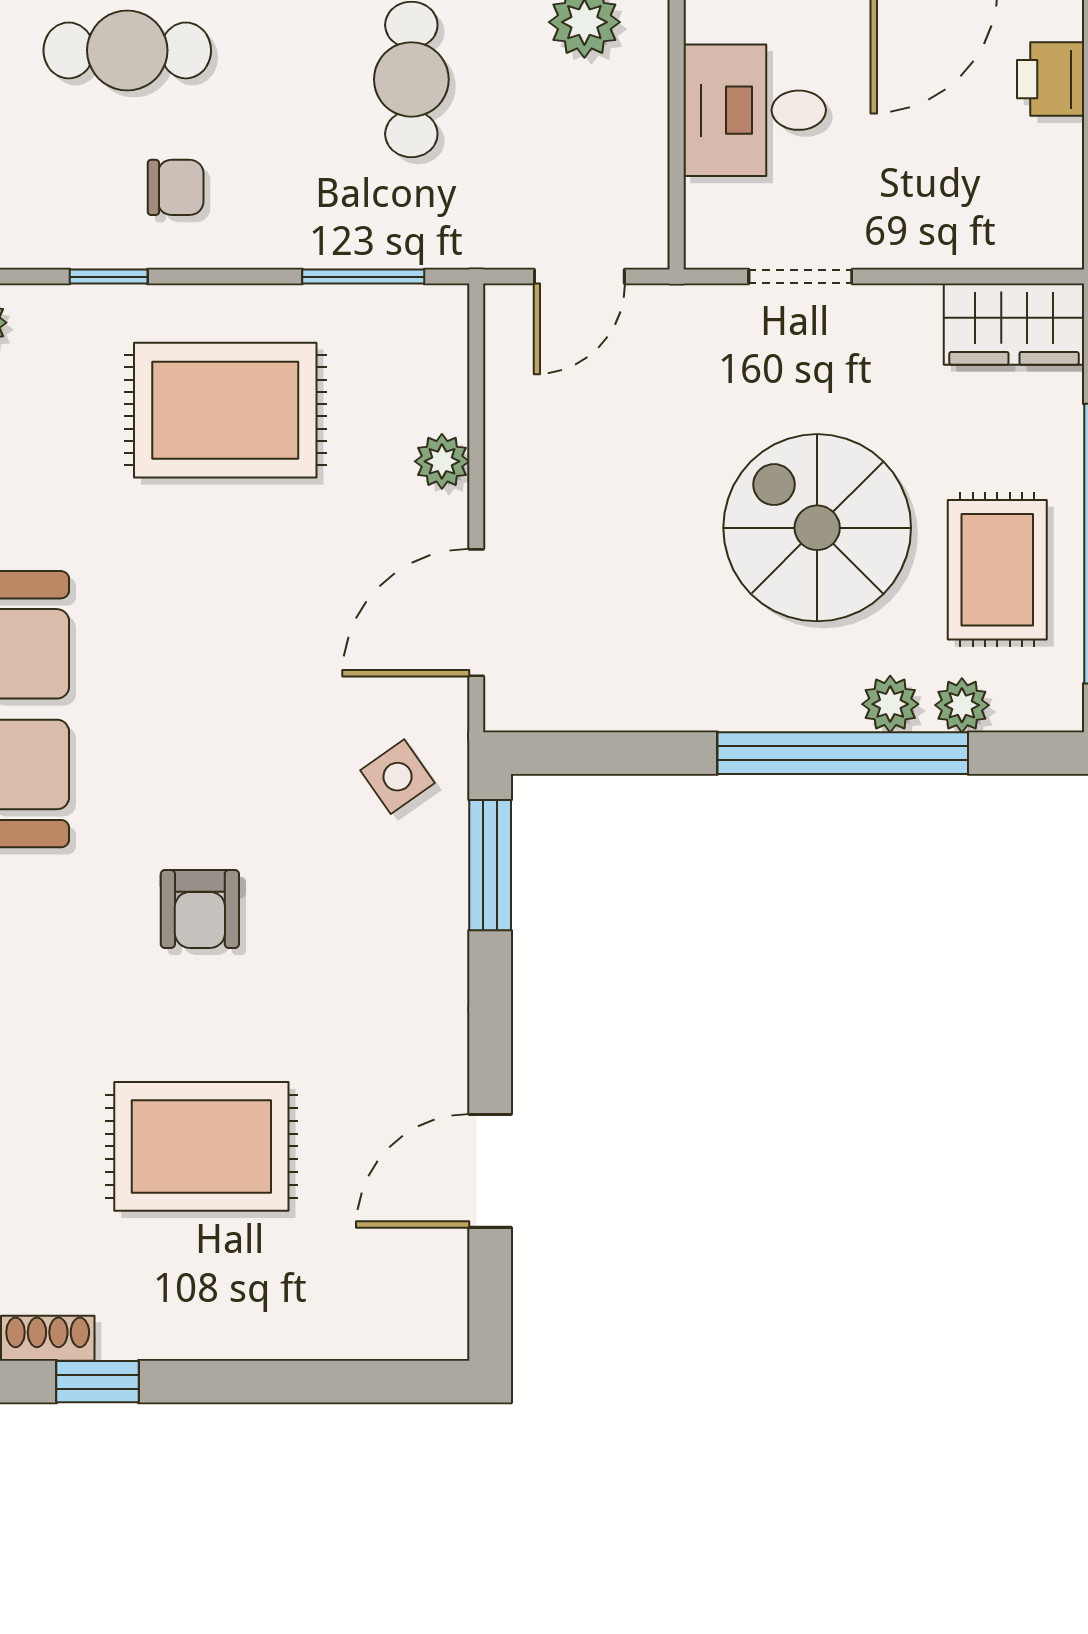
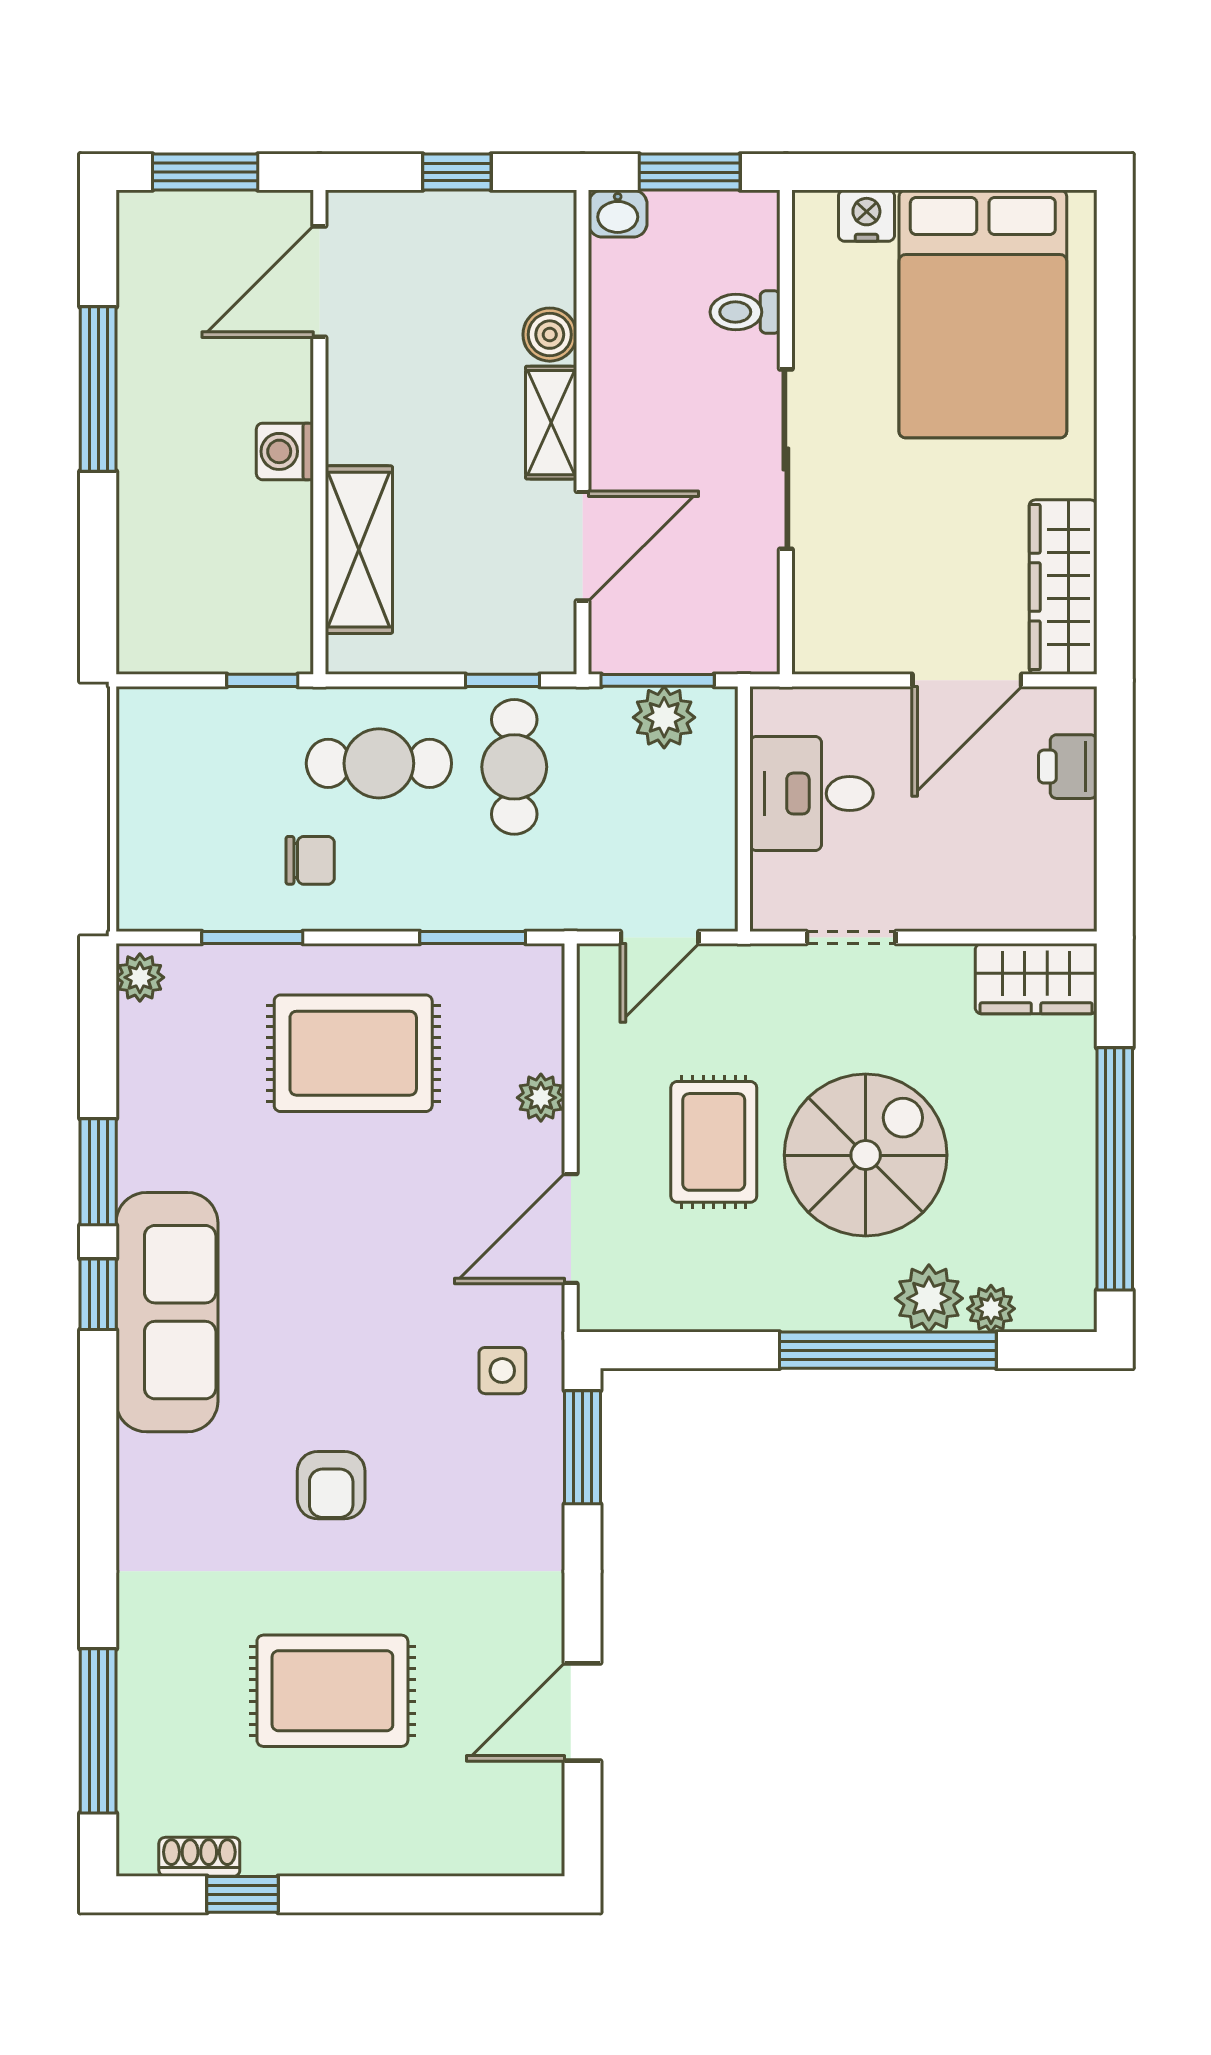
cafe table: (127, 50) -> (379, 763), moved
window: (109, 277) -> (252, 938), width x1.50
spiral stairs: (817, 528) -> (866, 1155), turned 90
rug: (997, 570) -> (714, 1142), moved
plant: (890, 704) -> (929, 1298), width x1.38, depth x1.38
side table: (398, 777) -> (502, 1371), turned 35

